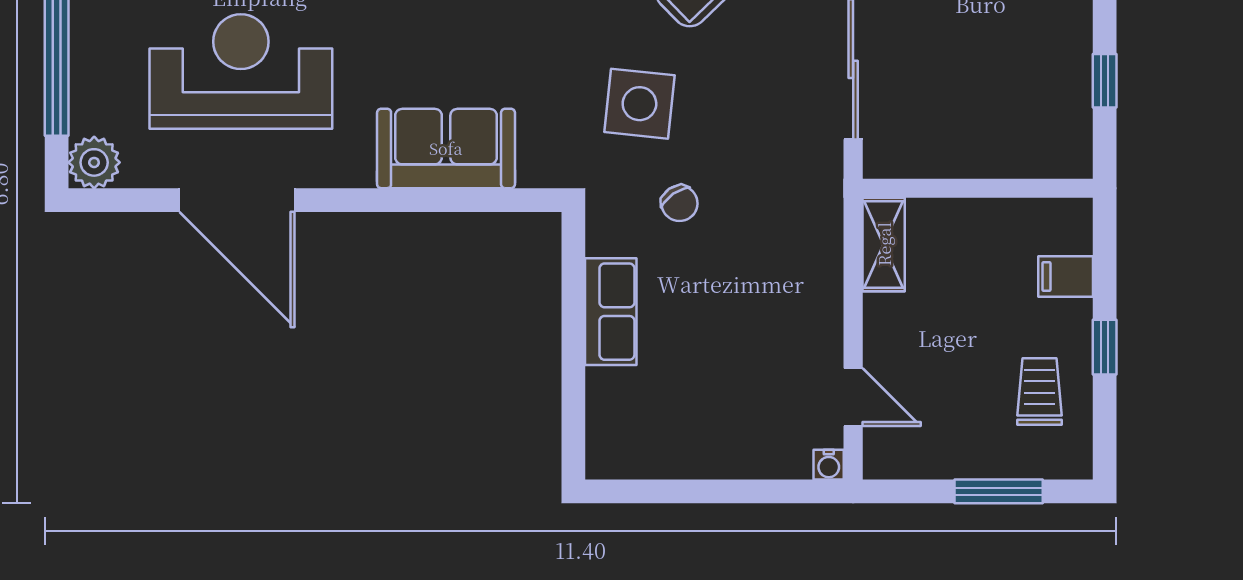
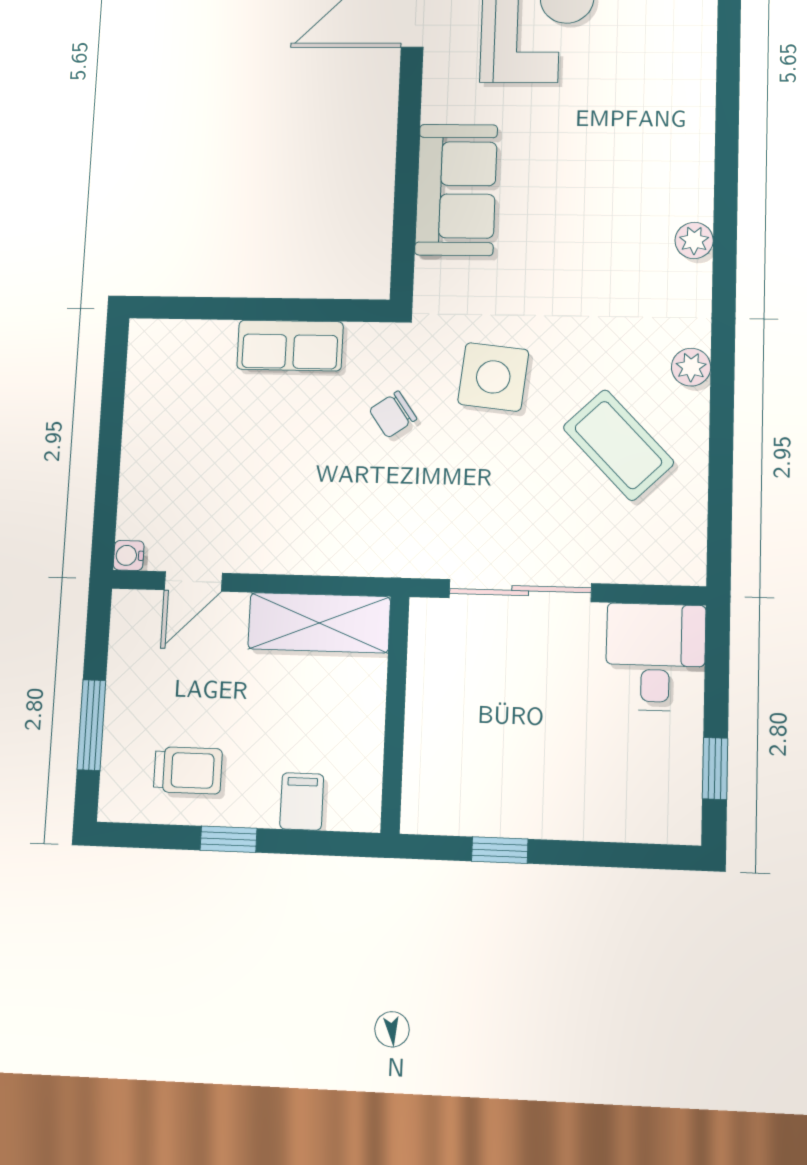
shelving: (884, 244) -> (319, 623), width x1.50, depth x1.33

